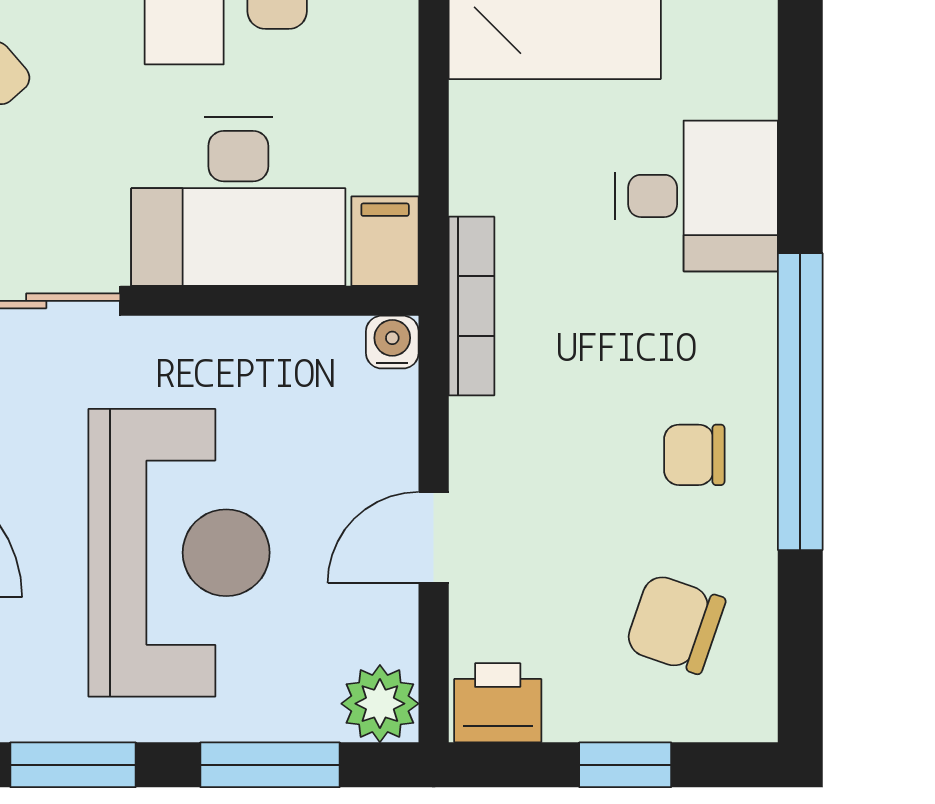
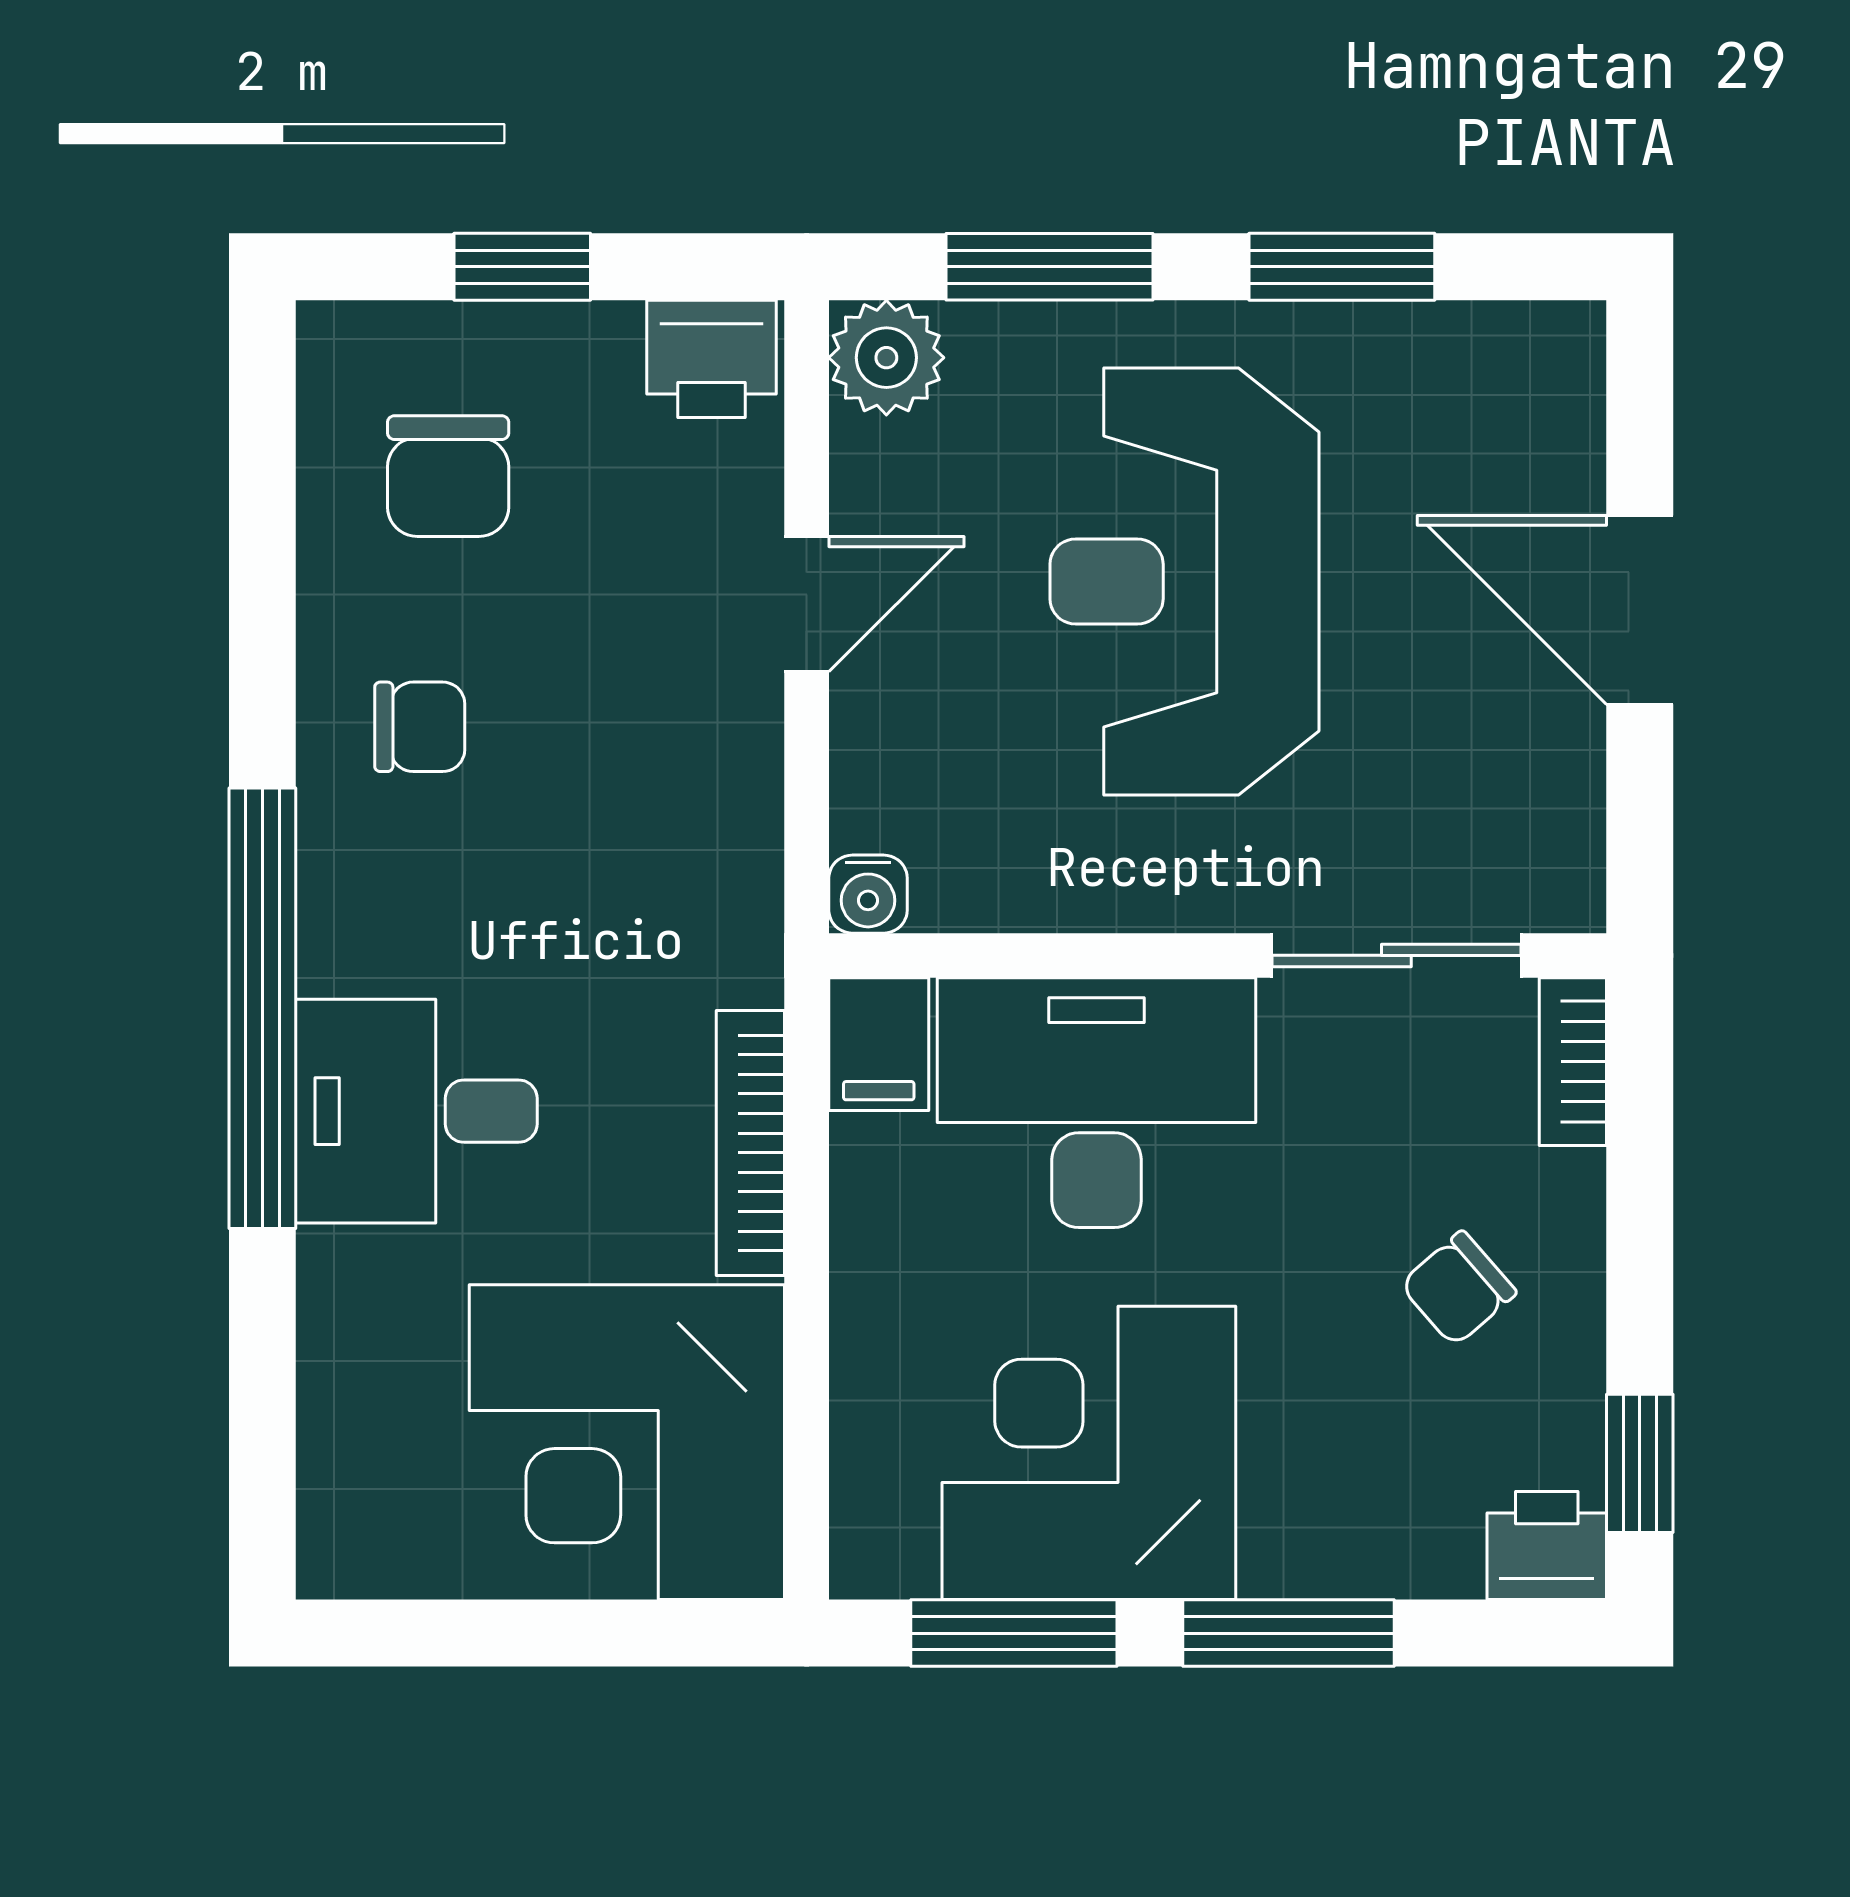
bookcase: (471, 306) -> (750, 1143), moved
window: (800, 402) -> (262, 1008), moved
chair: (675, 624) -> (448, 476), turned 71

